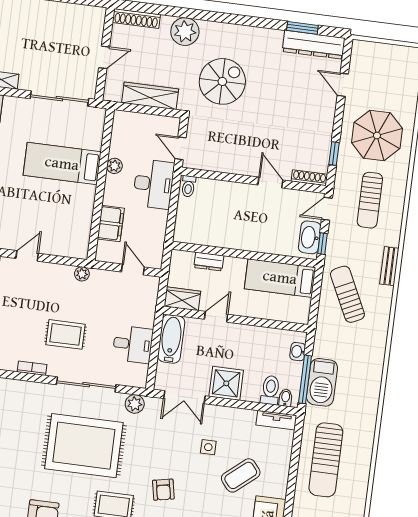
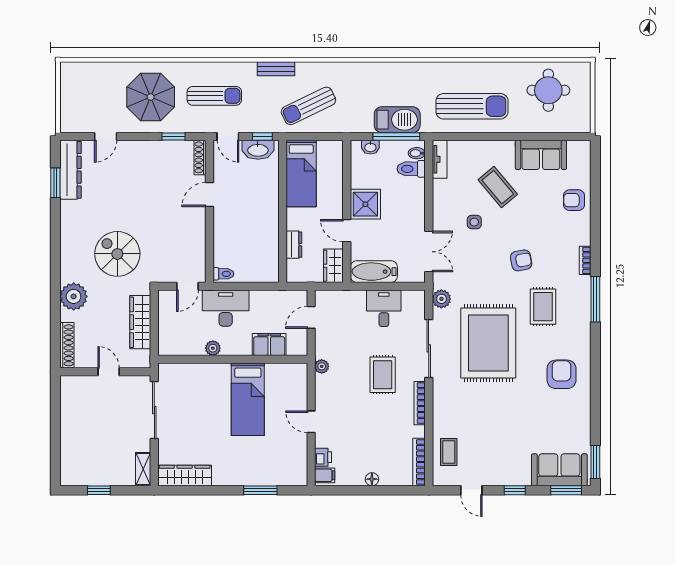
bed: (62, 164) -> (248, 399), moved
bookcase: (32, 368) -> (420, 403), width x1.56
shower: (226, 383) -> (365, 204), moved

